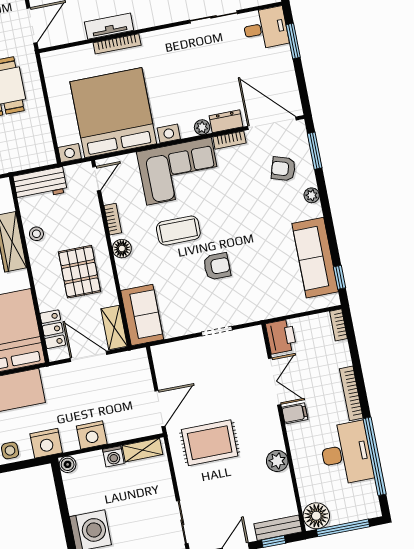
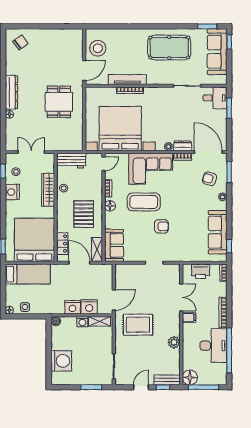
tv unit: (109, 26) -> (127, 80), width x1.41
coffee table: (178, 231) -> (144, 202), width x1.36, depth x1.32
printer: (281, 337) -> (201, 271), moved, turned 90
nightstand: (46, 443) -> (89, 307), moved

